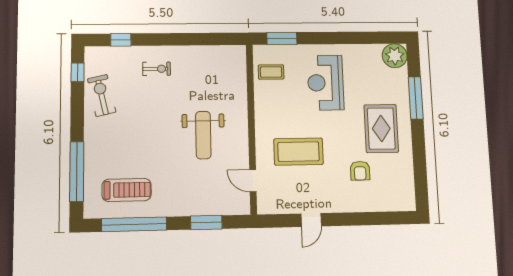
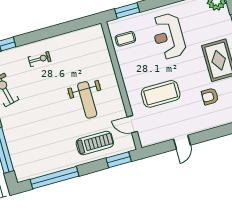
armchair: (360, 171) -> (210, 96), turned 90
treadmill: (127, 190) -> (95, 143), moved
window: (206, 222) -> (119, 160), moved

